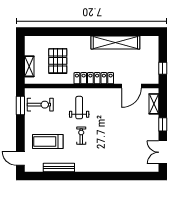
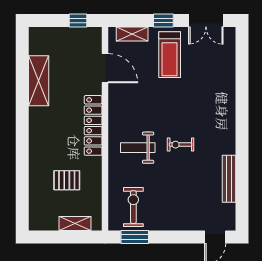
shelving: (115, 42) -> (39, 81), width x0.68
pallet: (58, 61) -> (67, 180), width x0.67, depth x0.71
treadmill: (48, 141) -> (170, 55), moved

